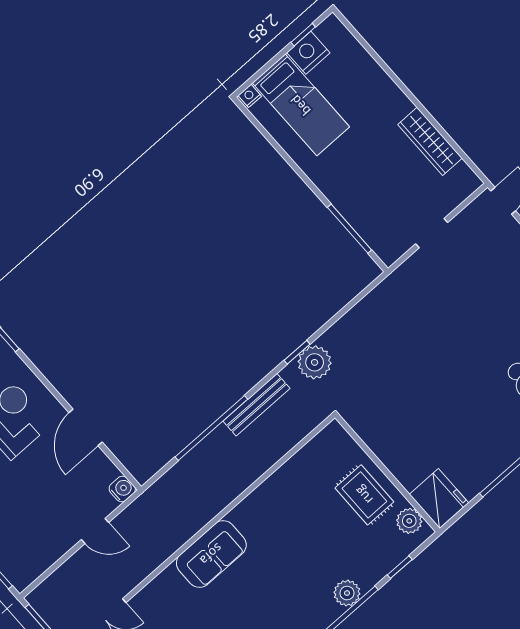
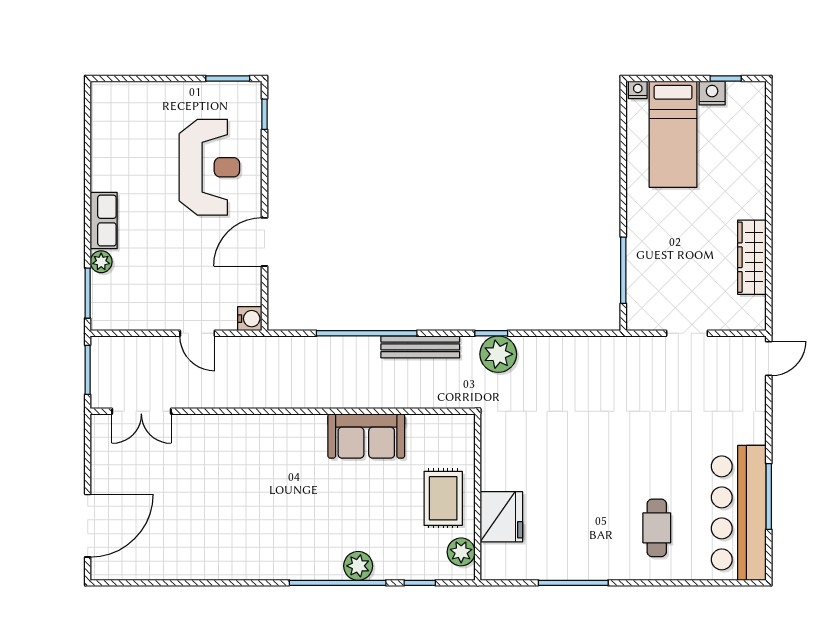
nightstand: (308, 53) -> (712, 93), width x0.74, depth x0.75
fridge: (439, 499) -> (501, 517), moved
sofa: (211, 554) -> (366, 436), moved

